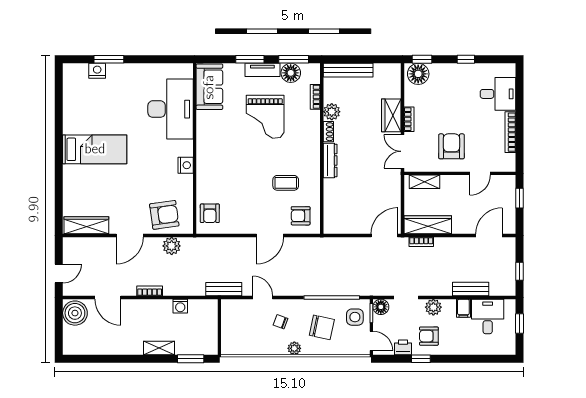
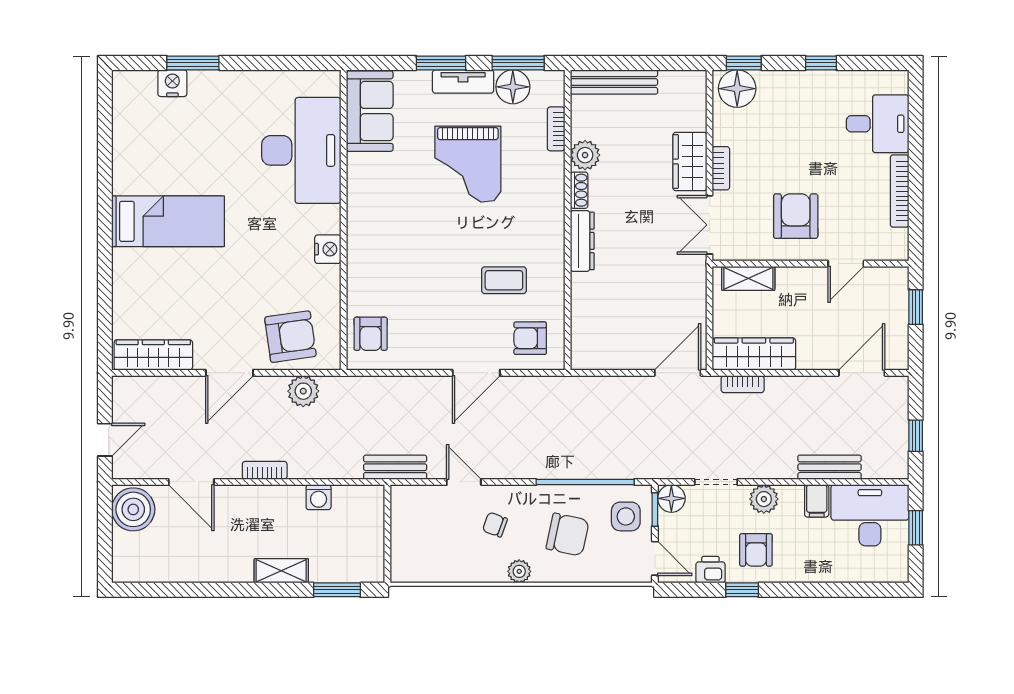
desk: (488, 316) -> (870, 515), width x1.37
armchair: (429, 336) -> (756, 550), turned -90

